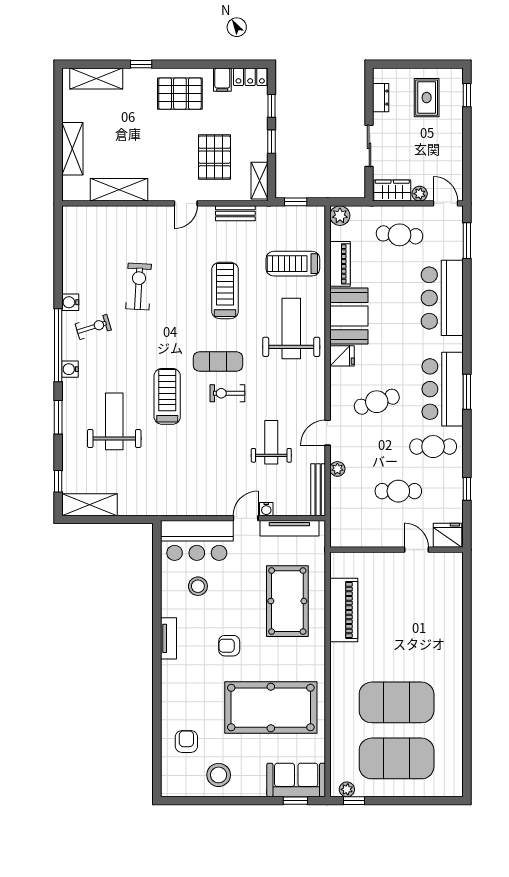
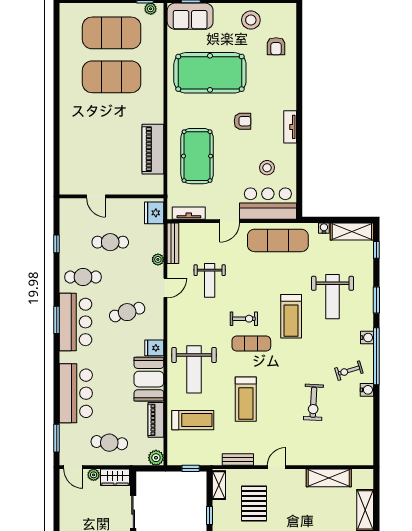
exercise mat: (184, 493) -> (278, 240), added
water cooler: (266, 509) -> (324, 228), moved
tv unit: (289, 528) -> (189, 213), width x0.71
fridge: (448, 535) -> (154, 213), moved, turned 90

